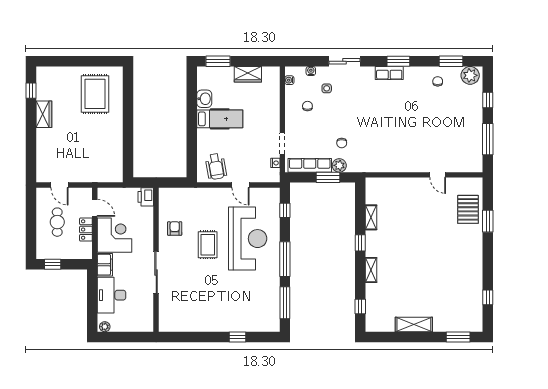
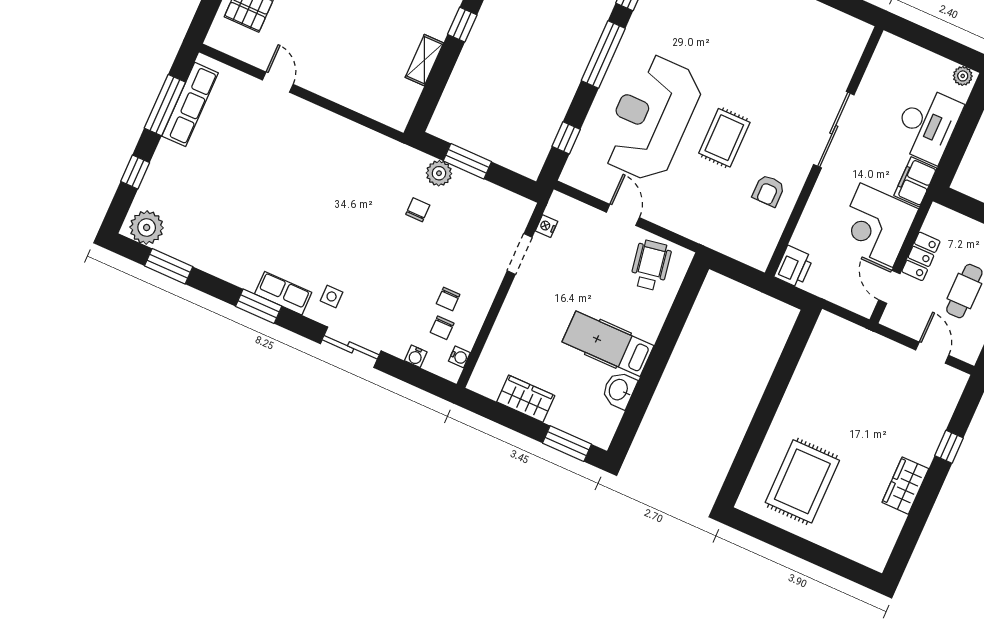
chair: (438, 81) -> (442, 328), moved
side table: (327, 88) -> (332, 296), moved
window: (31, 91) -> (949, 447), moved
row of seats: (310, 165) -> (190, 104), moved, turned -90

